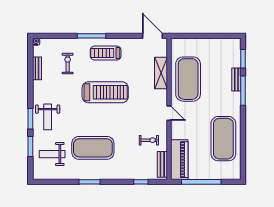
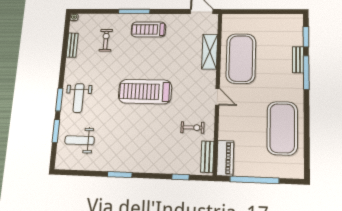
treadmill: (105, 92) -> (145, 92), moved, turned 180
exercise mat: (93, 148) -> (127, 135), removed
piano: (179, 160) -> (225, 158), width x0.73, depth x0.75

